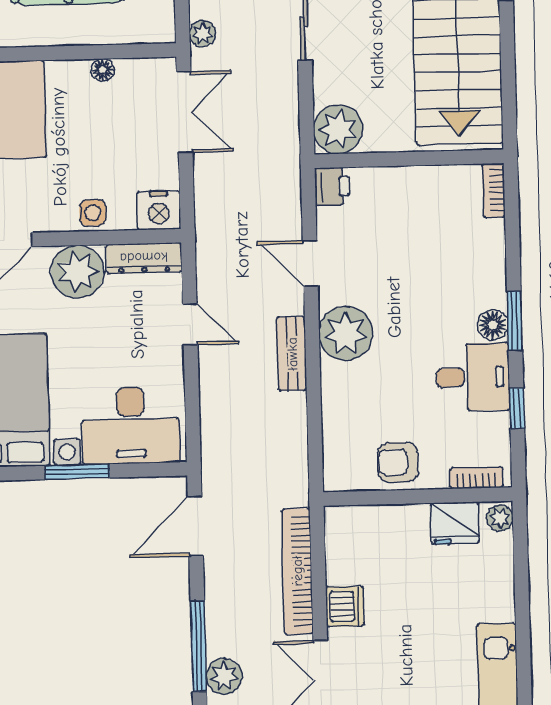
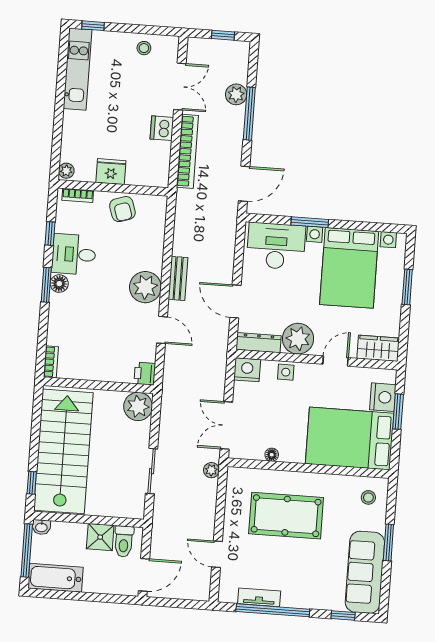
door: (190, 324) -> (235, 301), width x1.38
armchair: (398, 462) -> (122, 209), turned 72
fridge: (455, 523) -> (111, 172), moved

